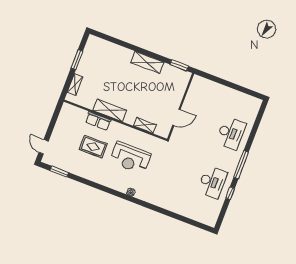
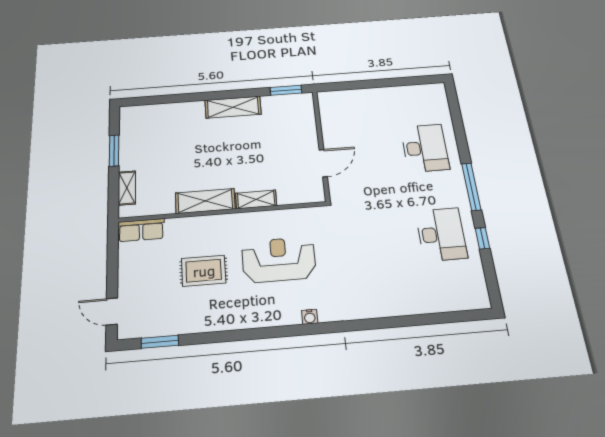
row of seats: (98, 121) -> (141, 230), moved
shelving: (145, 125) -> (256, 199), moved
reception desk: (130, 158) -> (279, 260), turned 180

